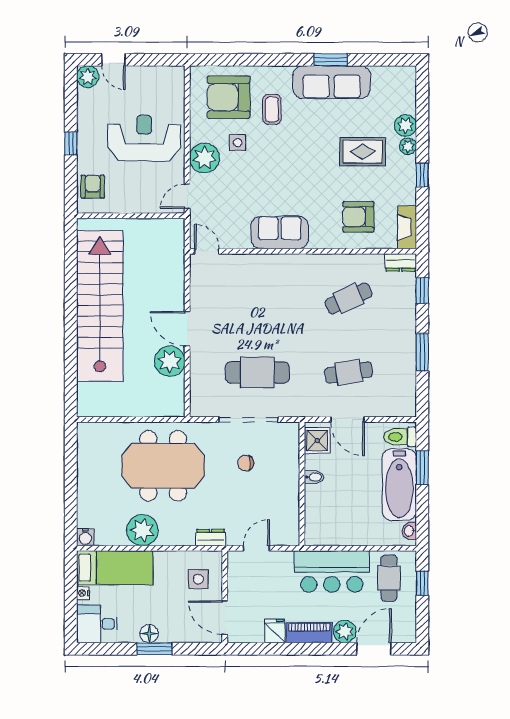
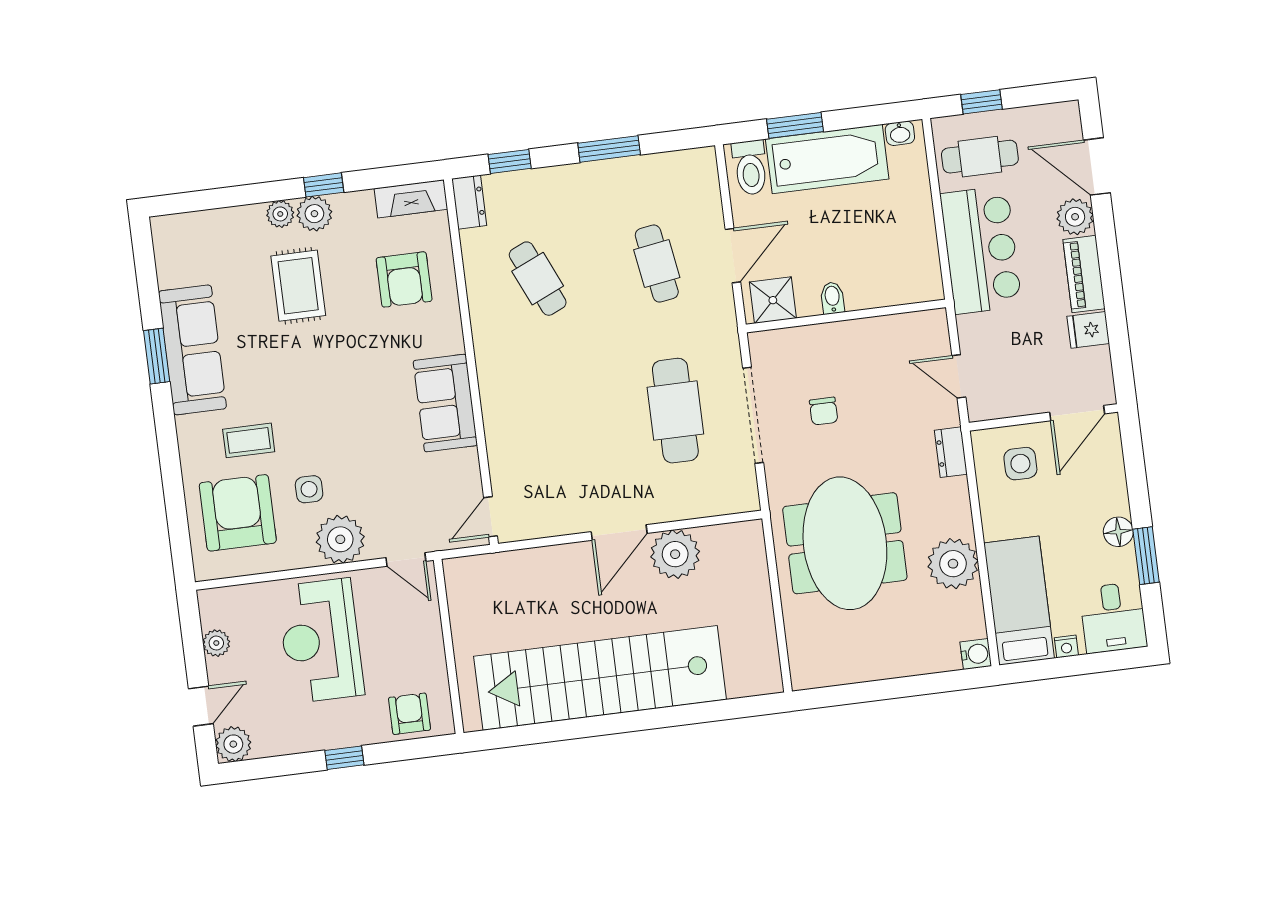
plant: (151, 74) -> (216, 643), added
armchair: (229, 97) -> (238, 513), turned 180
plant: (405, 125) -> (314, 214), moved
armchair: (93, 187) -> (409, 714), turned 90
window: (154, 649) -> (1146, 556), moved

